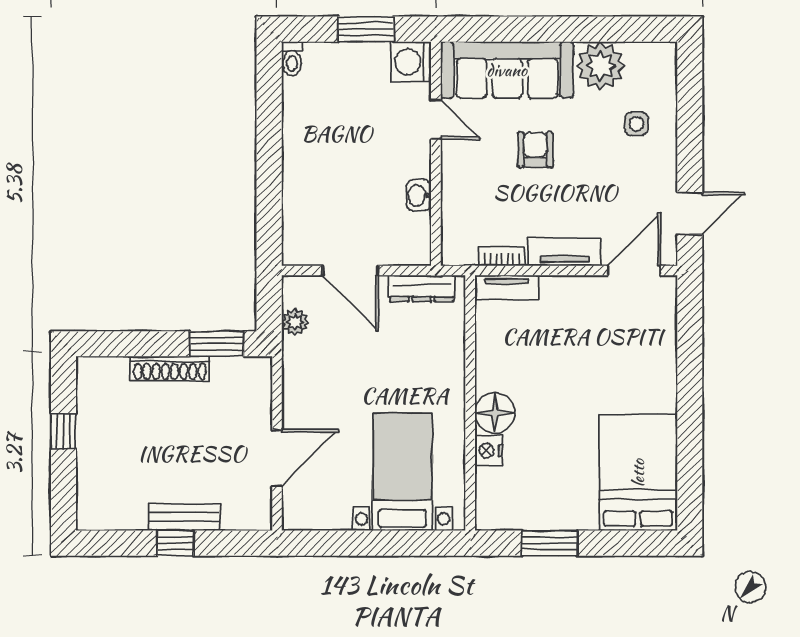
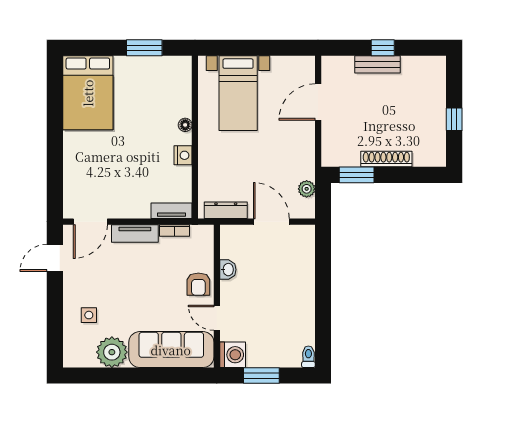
armchair: (535, 150) -> (198, 284), moved
floor lamp: (495, 413) -> (185, 125), width x0.53, depth x0.53
nightstand: (489, 450) -> (183, 155), moved

